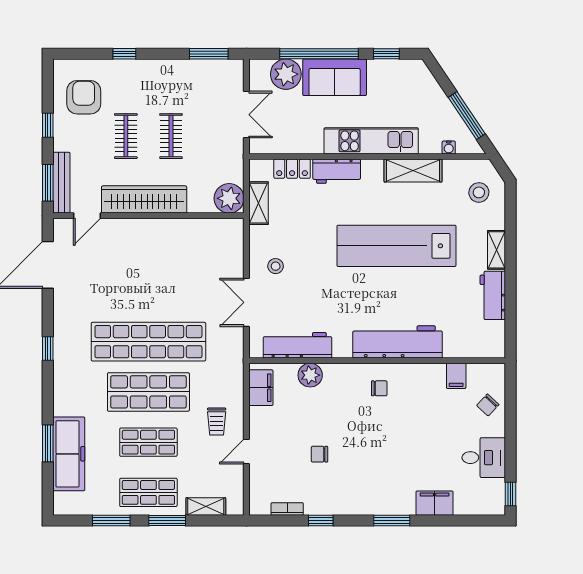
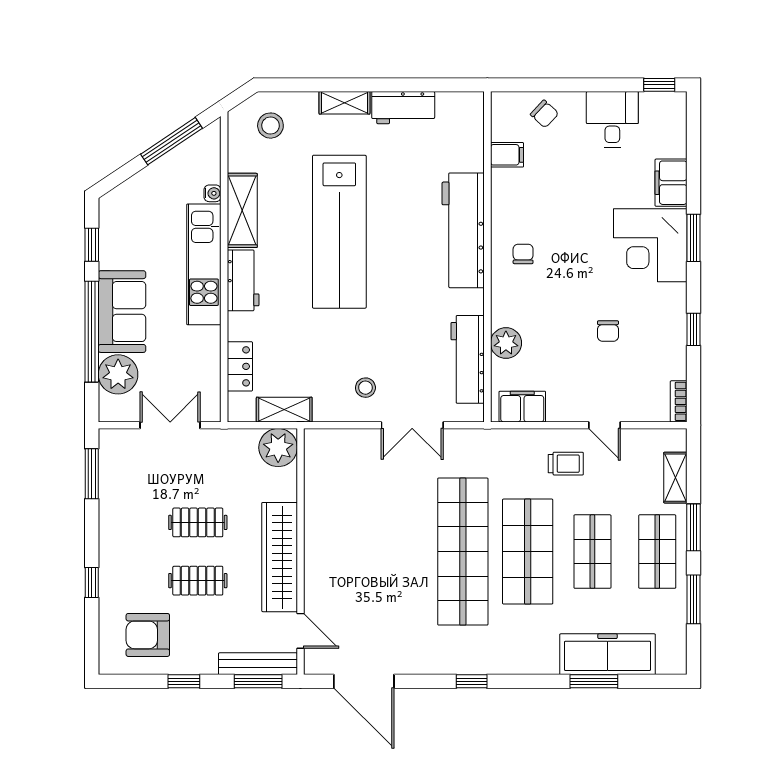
water cooler: (449, 148) -> (213, 193), moved
workbench: (337, 171) -> (243, 280), moved
corner desk: (386, 487) -> (650, 245), added
bookcase: (287, 509) -> (679, 401), moved

